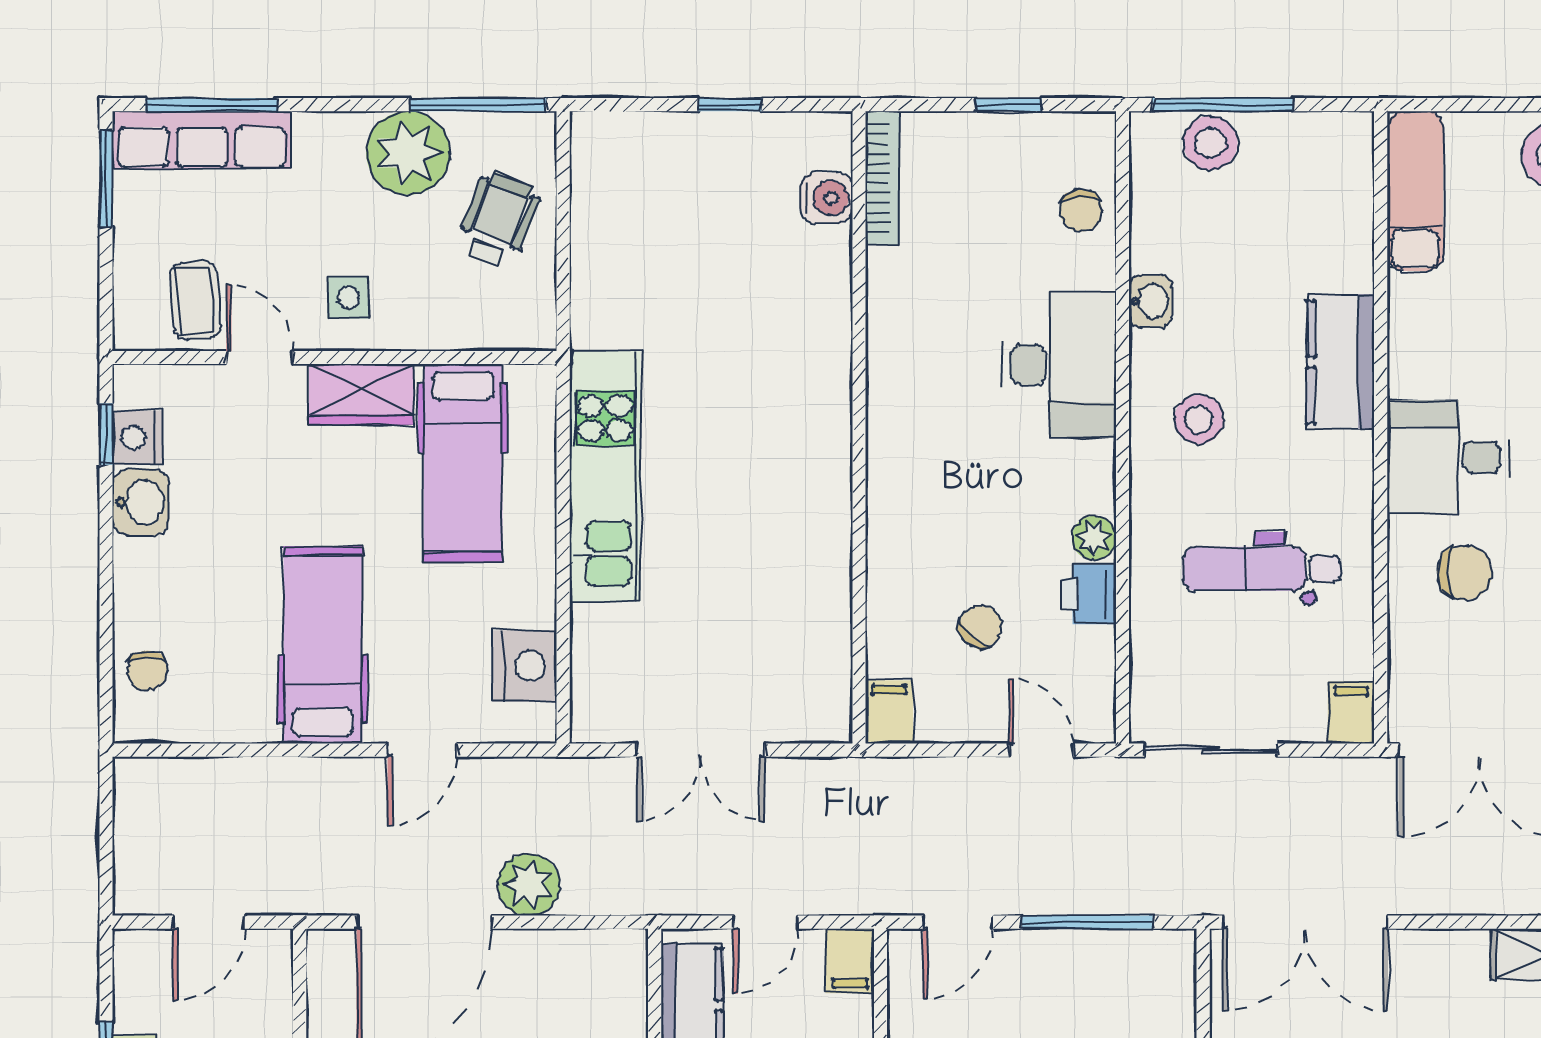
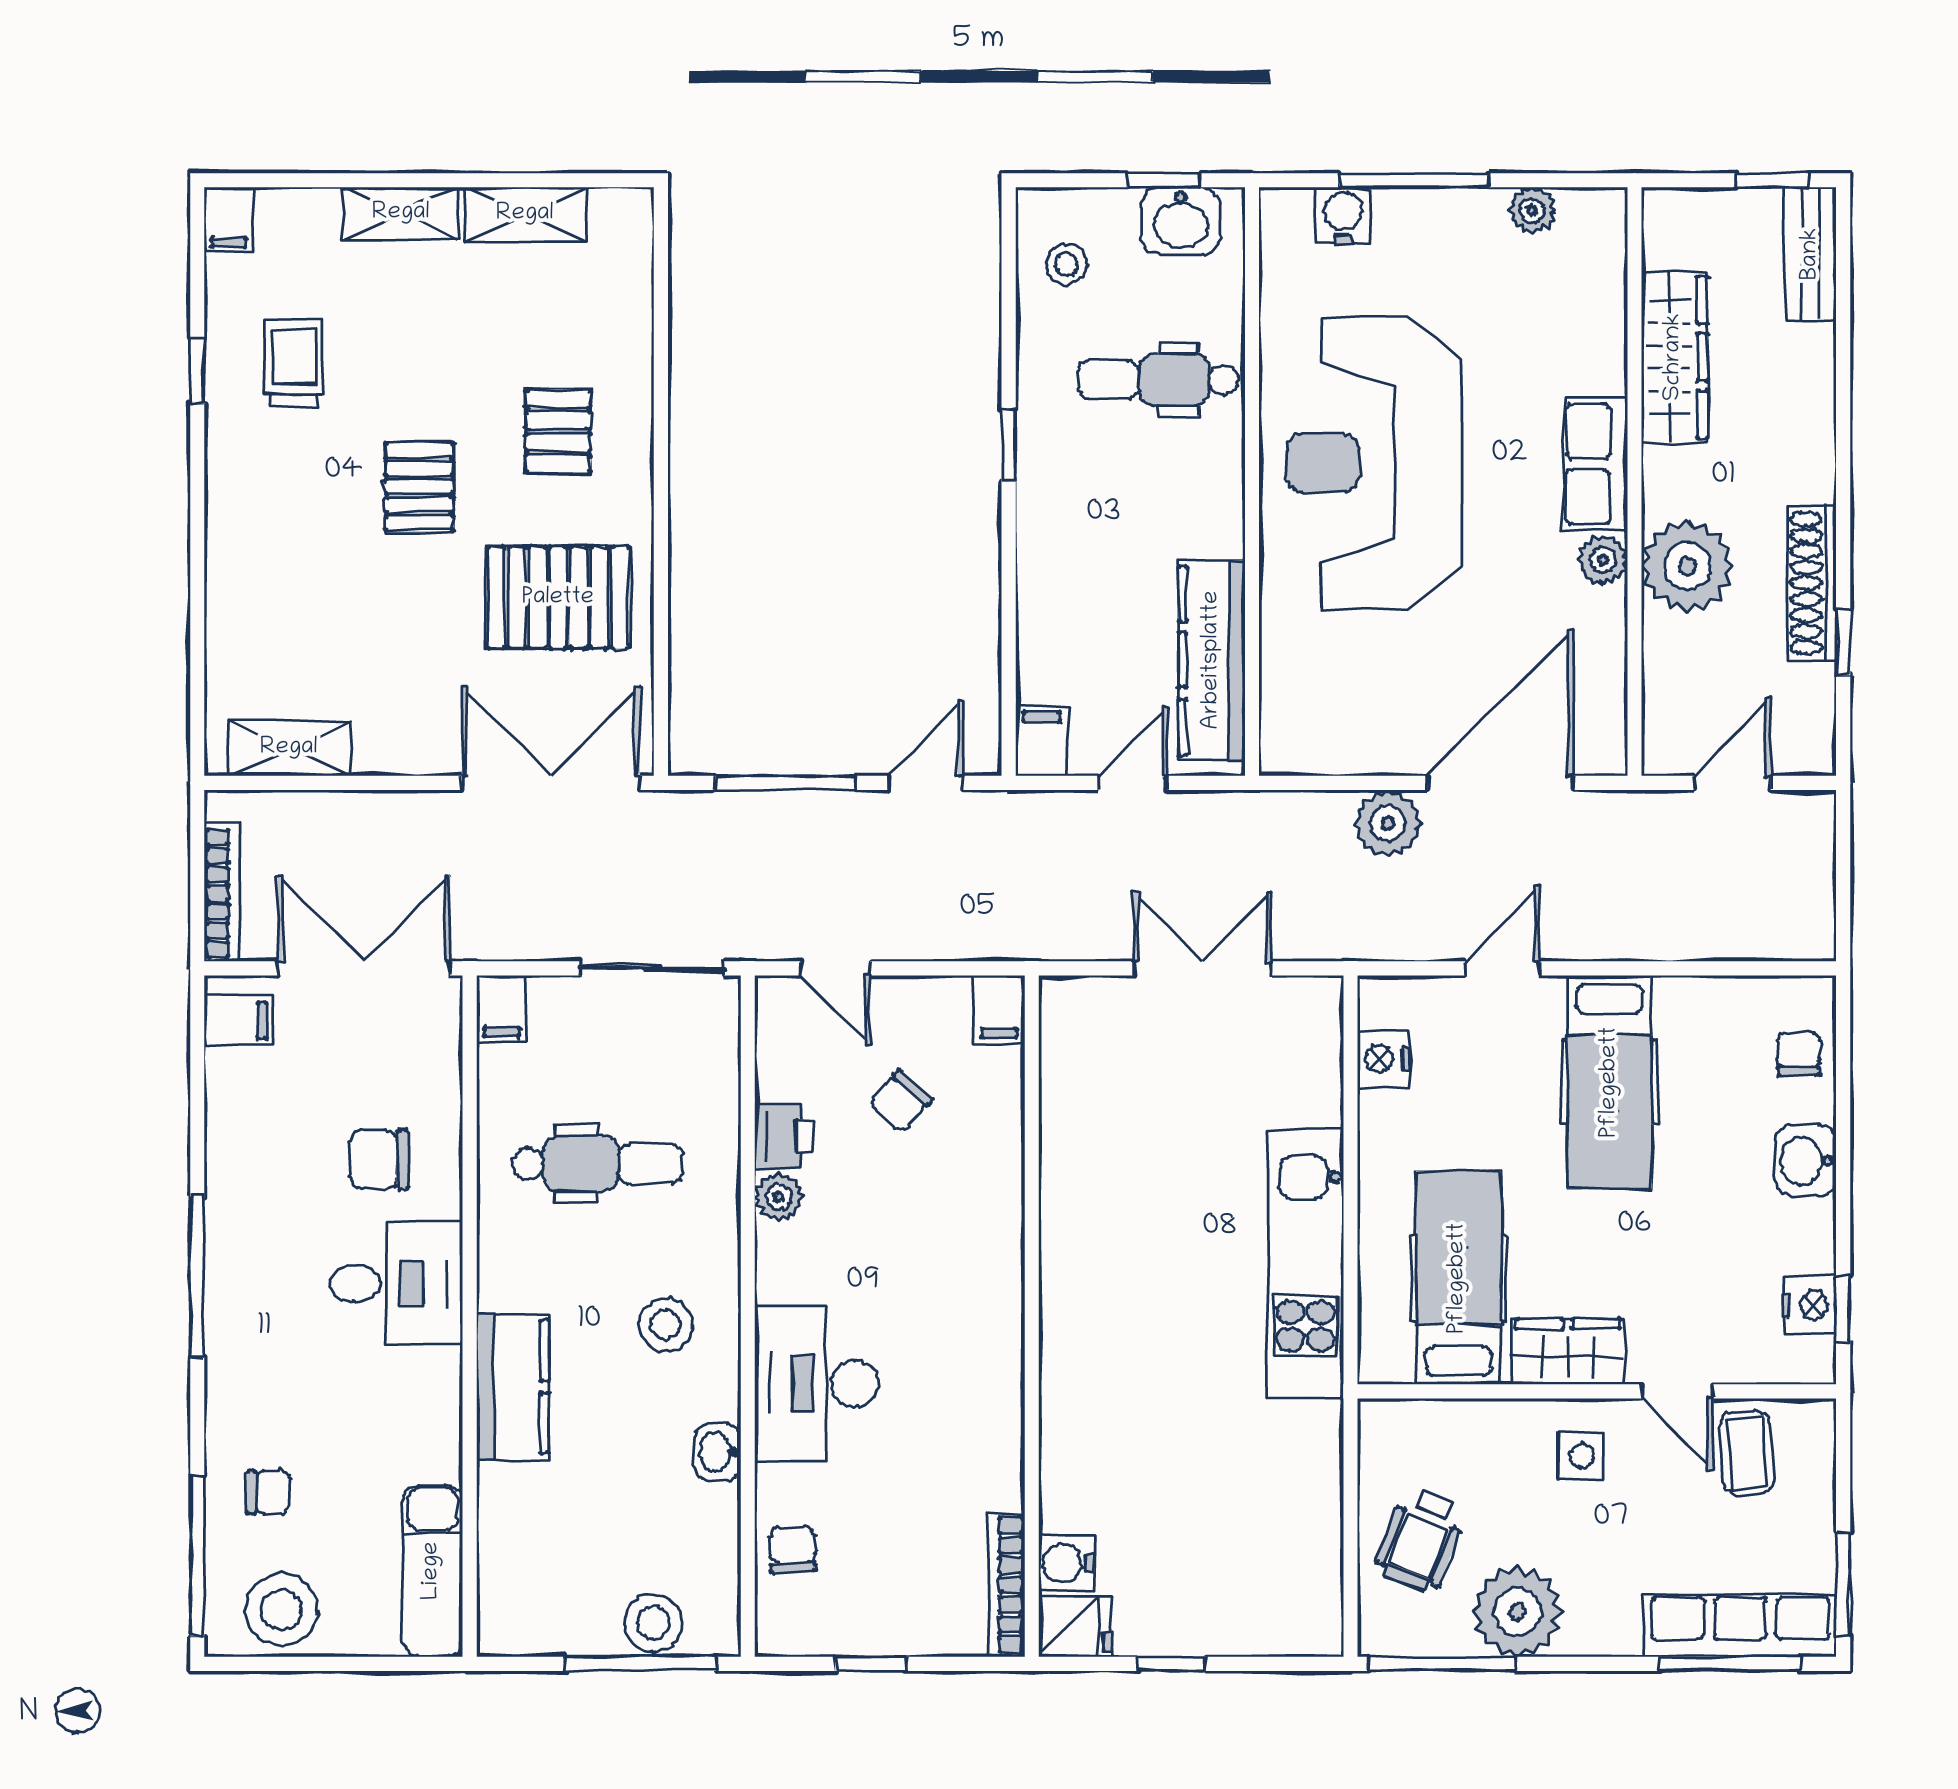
fridge: (819, 140) -> (1075, 1626), added
washbasin: (141, 502) -> (1806, 1161), moved
nightstand: (525, 666) -> (1383, 1059), width x0.74, depth x0.75

